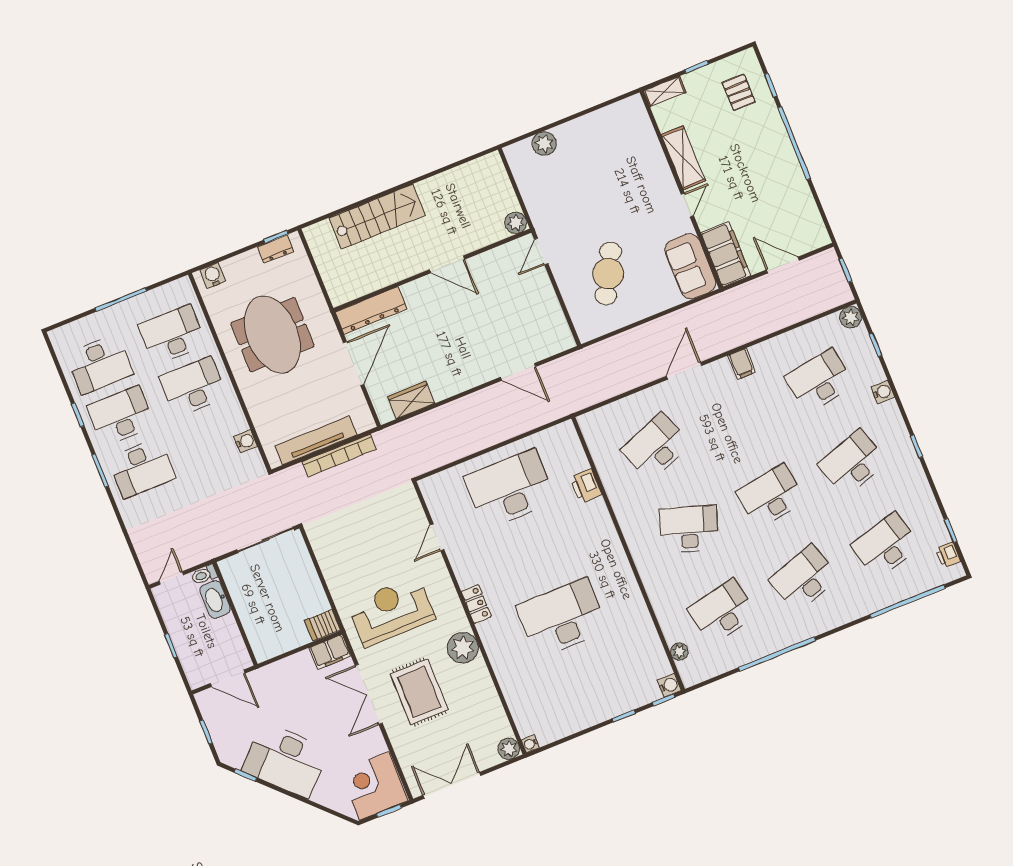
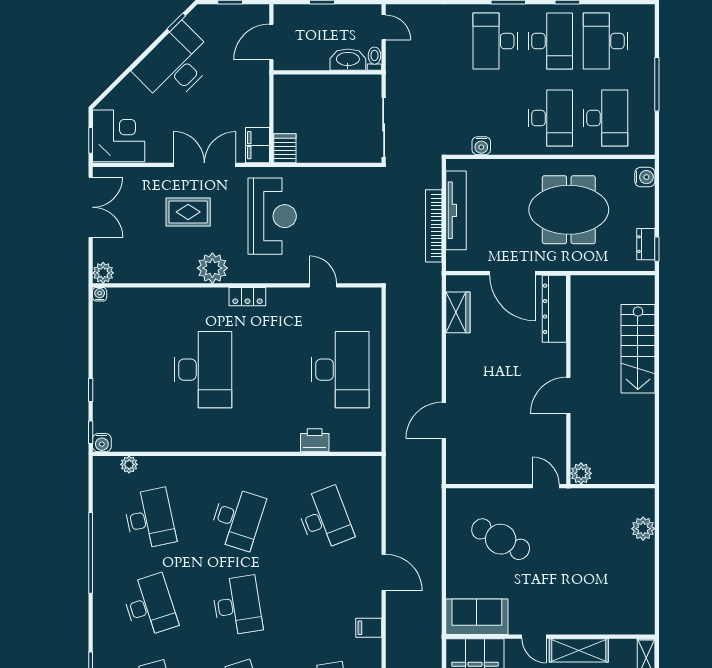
rug: (419, 692) -> (188, 212), width x0.73, depth x0.70

